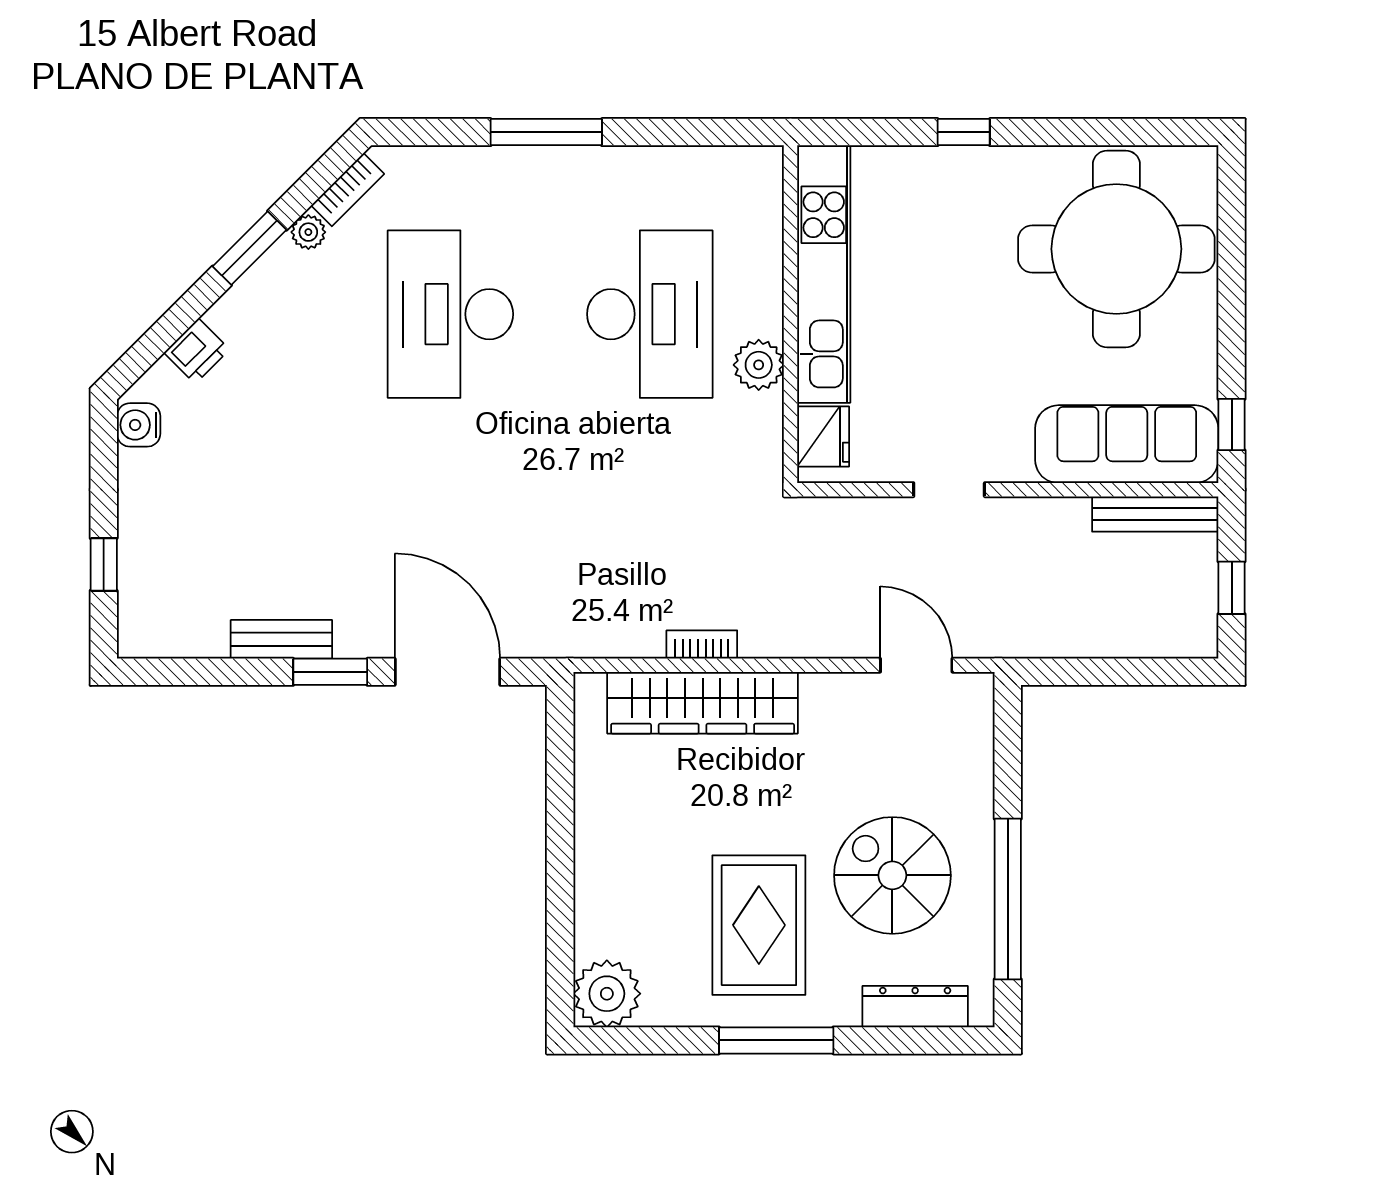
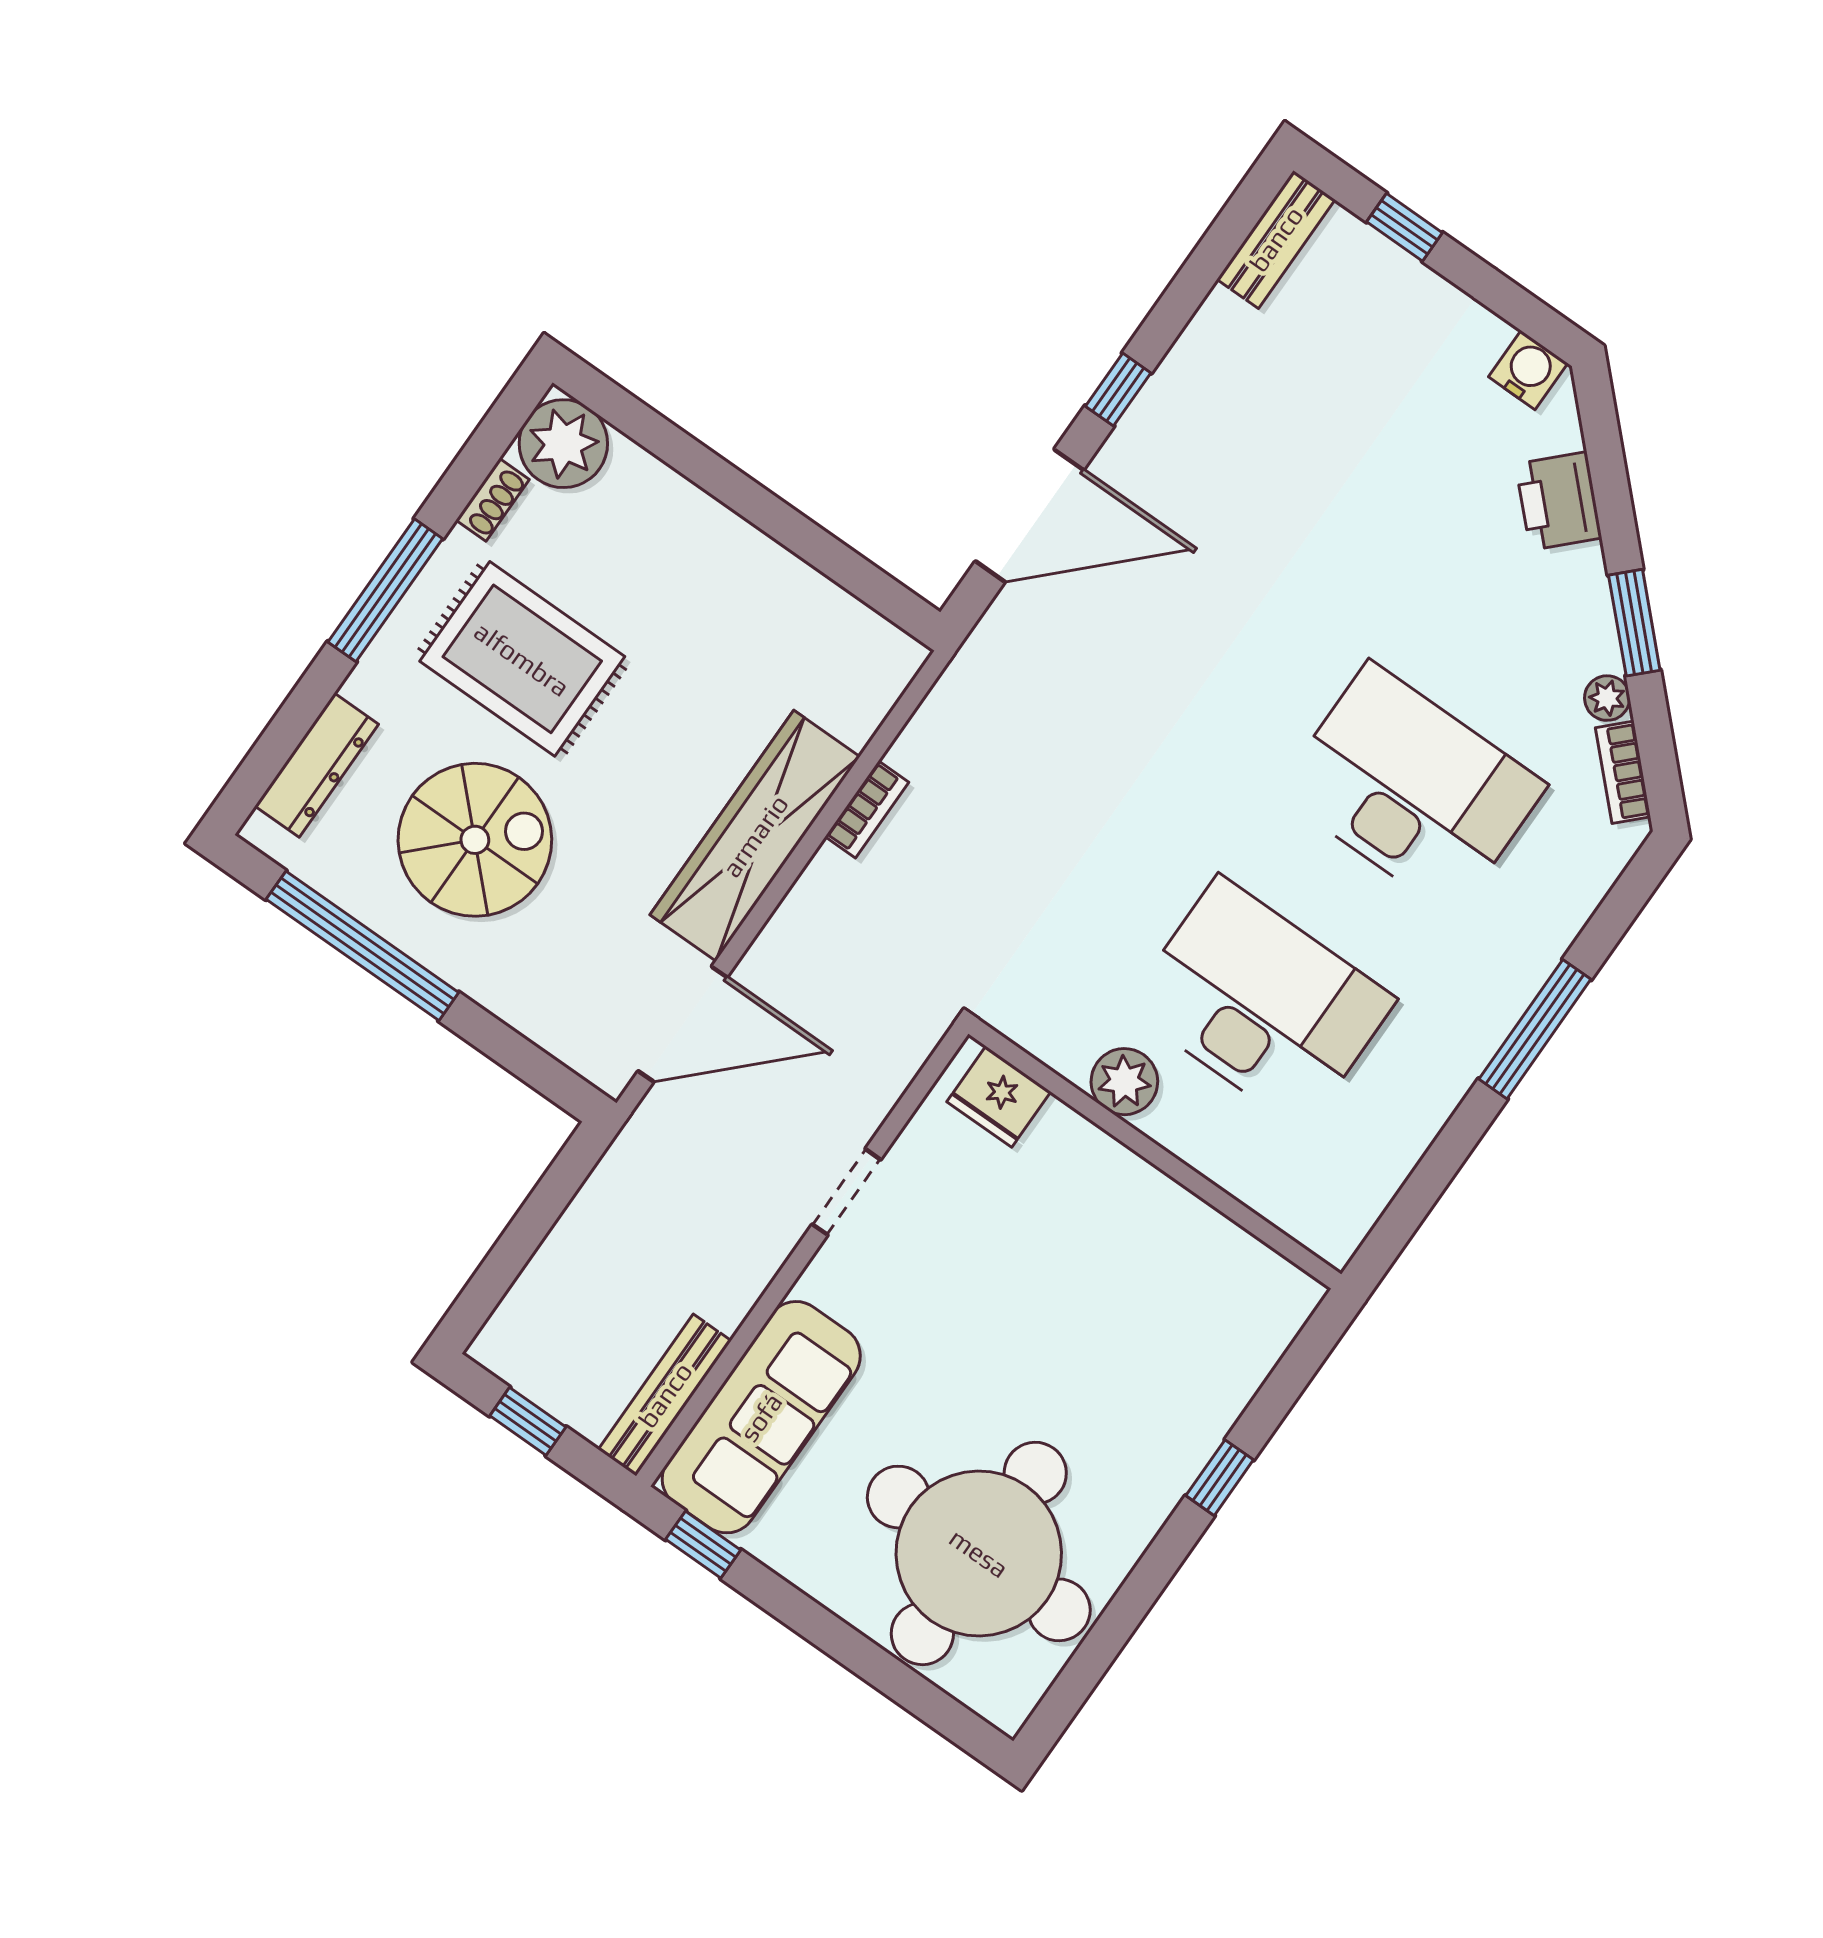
kitchen unit: (824, 274) -> (1173, 1220), removed
desk: (650, 314) -> (1261, 1003), turned 180
printer: (197, 351) -> (1559, 501), width x1.36, depth x1.24
bench: (281, 639) -> (1276, 239), moved
door: (916, 665) -> (683, 1024), width x1.36
window: (330, 672) -> (1118, 390), width x0.67
wardrobe: (703, 703) -> (755, 836), moved
shoe rack: (673, 1013) -> (493, 500), added

